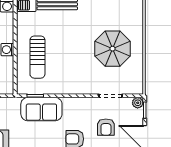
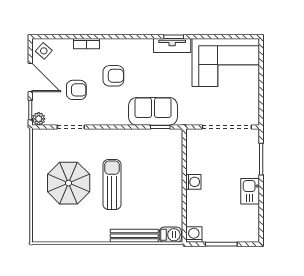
sun lounger: (37, 57) -> (112, 184), moved
armchair: (106, 127) -> (76, 90), turned 90

